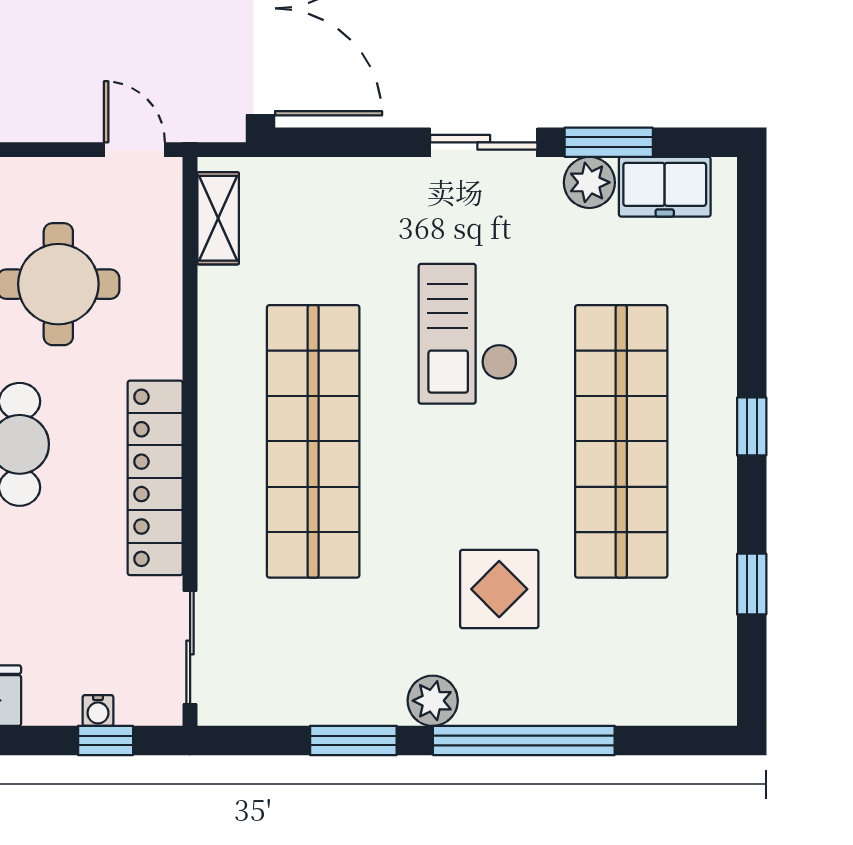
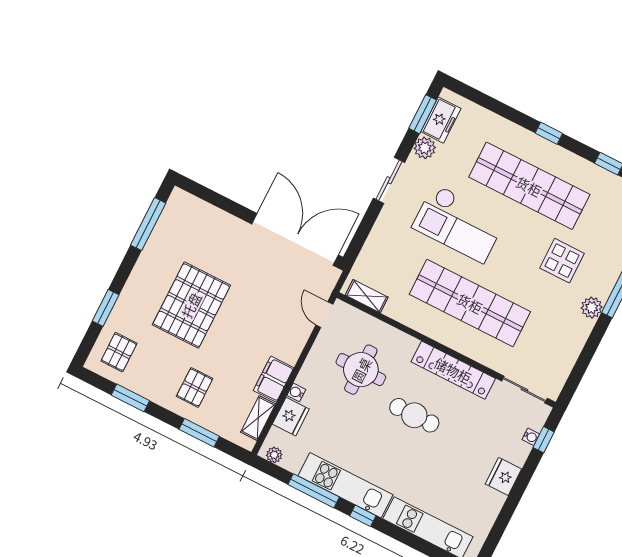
window: (609, 142) -> (423, 114), moved
door: (134, 150) -> (324, 315), hinge flipped
checkout: (468, 334) -> (459, 223), width x1.36, depth x1.21
window: (353, 740) -> (591, 345), removed

